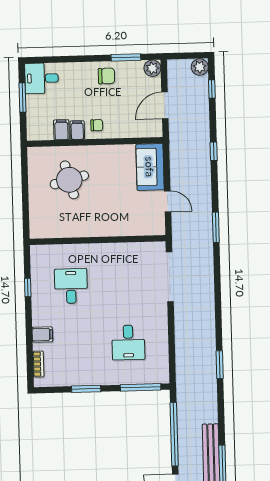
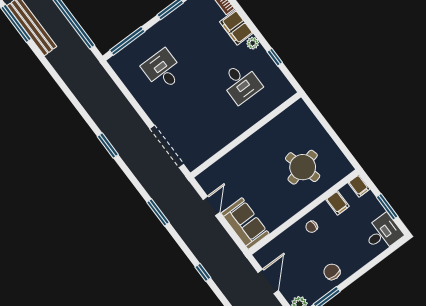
chair: (106, 76) -> (332, 272), turned 90
filing cabinet: (77, 130) -> (359, 186), moved
door: (168, 201) -> (211, 206), swing flipped
plant: (38, 312) -> (253, 43), added
filing cabinet: (42, 335) -> (236, 28), width x2.00
window: (220, 365) -> (108, 146), moved

